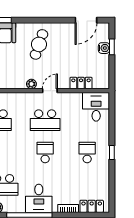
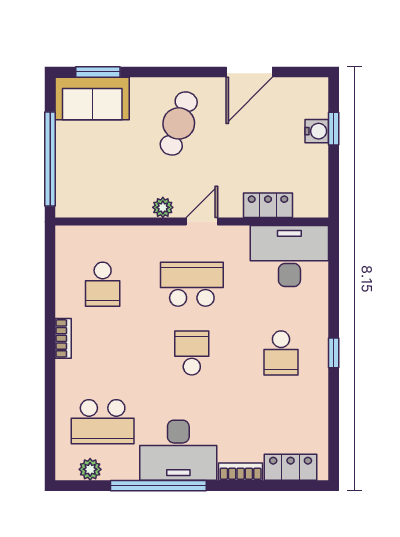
door: (86, 20) -> (249, 72), moved
desk: (96, 107) -> (289, 256), width x1.37
school desk: (45, 120) -> (192, 284), turned 180
school desk: (87, 153) -> (281, 353), turned 180
desk: (39, 198) -> (178, 450), width x1.37

